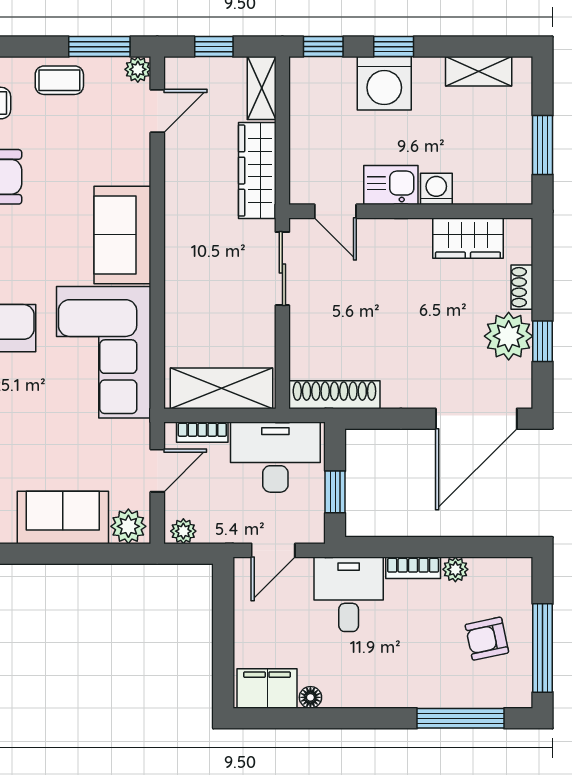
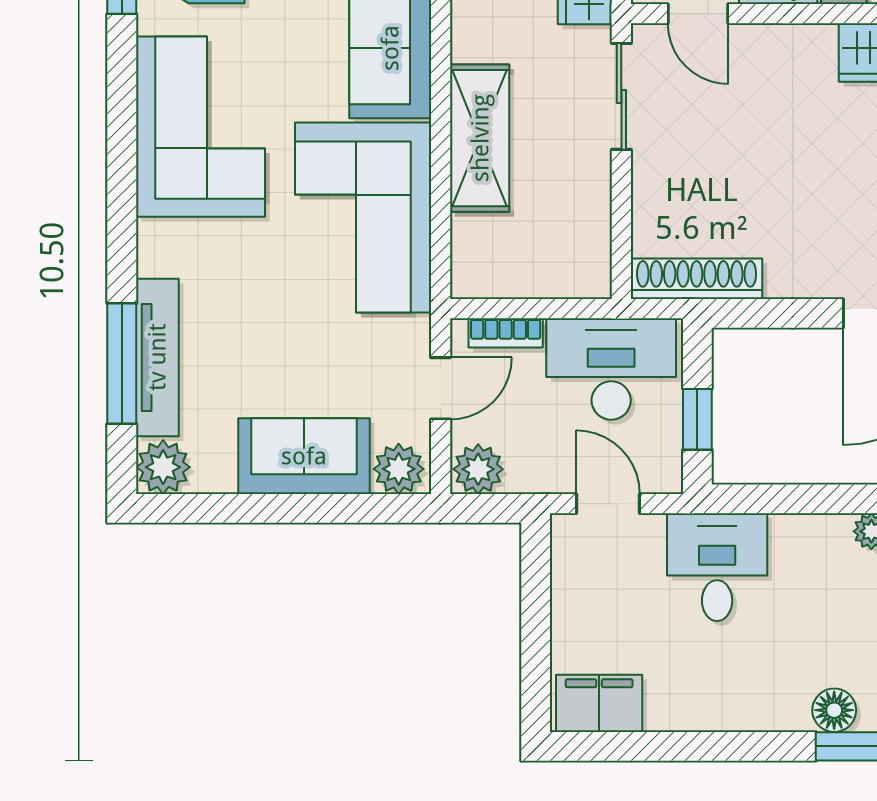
shelving: (222, 388) -> (480, 138), moved, turned 90
plant: (183, 531) -> (478, 469), width x1.38, depth x1.38
door: (273, 550) -> (608, 504), swing flipped
bookcase: (413, 568) -> (810, 529), removed
floor lamp: (310, 697) -> (834, 710), moved, width x1.37, depth x1.37

